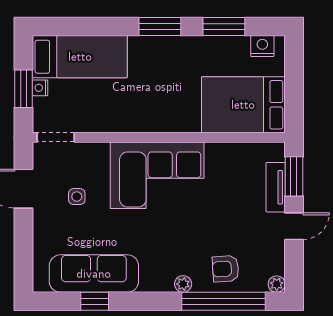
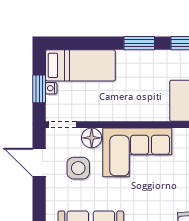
floor lamp: (95, 155) -> (92, 138), added
side table: (77, 197) -> (78, 168), width x1.87, depth x1.87

